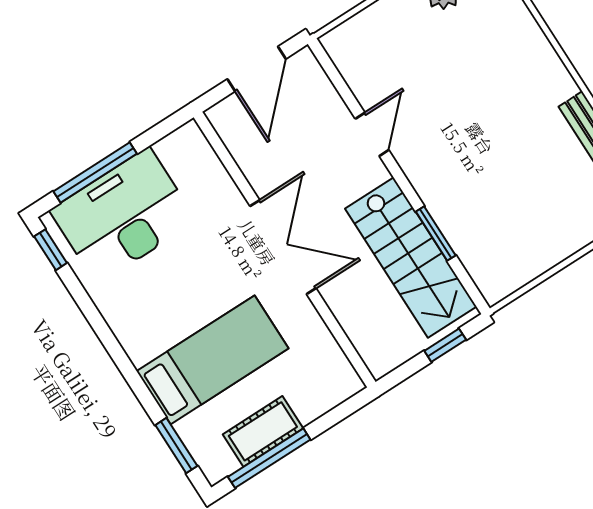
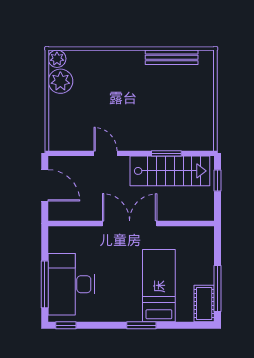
cot: (263, 431) -> (204, 304), moved
window: (176, 446) -> (141, 325), moved

